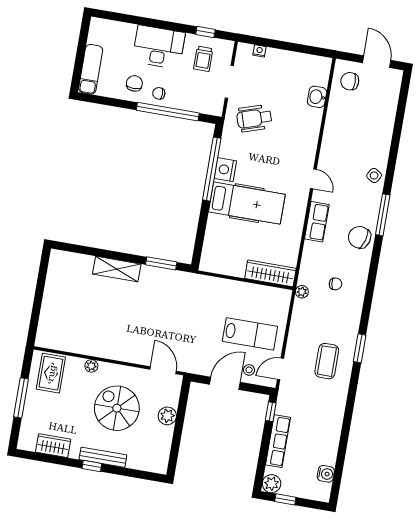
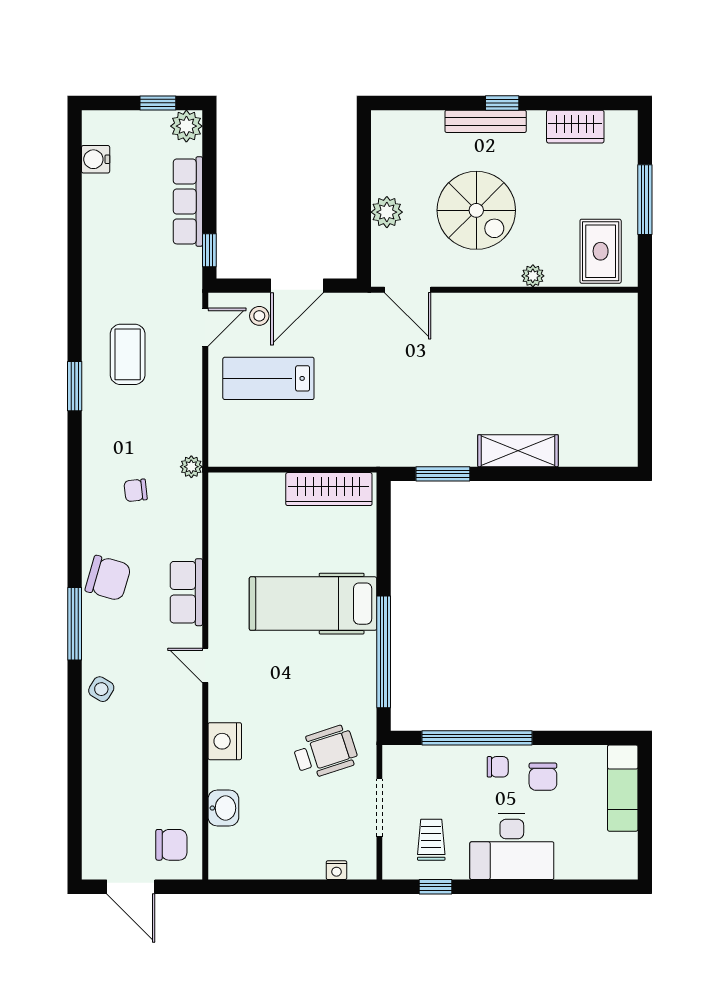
nightstand: (225, 170) -> (225, 741), moved, turned 180
wardrobe: (270, 273) -> (329, 489), moved

